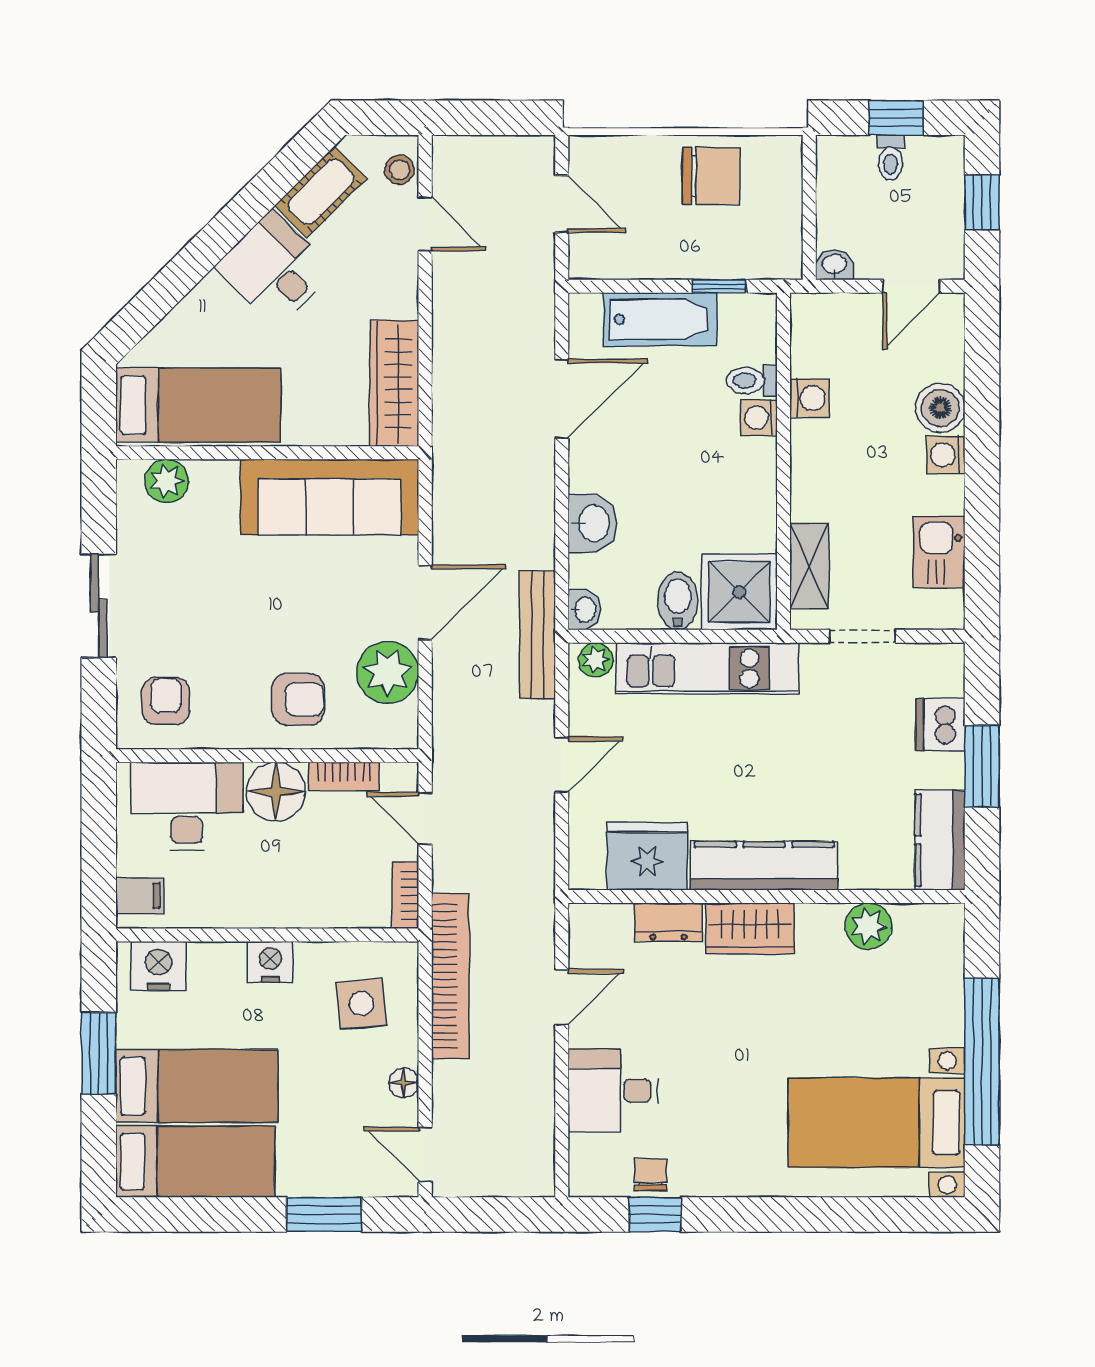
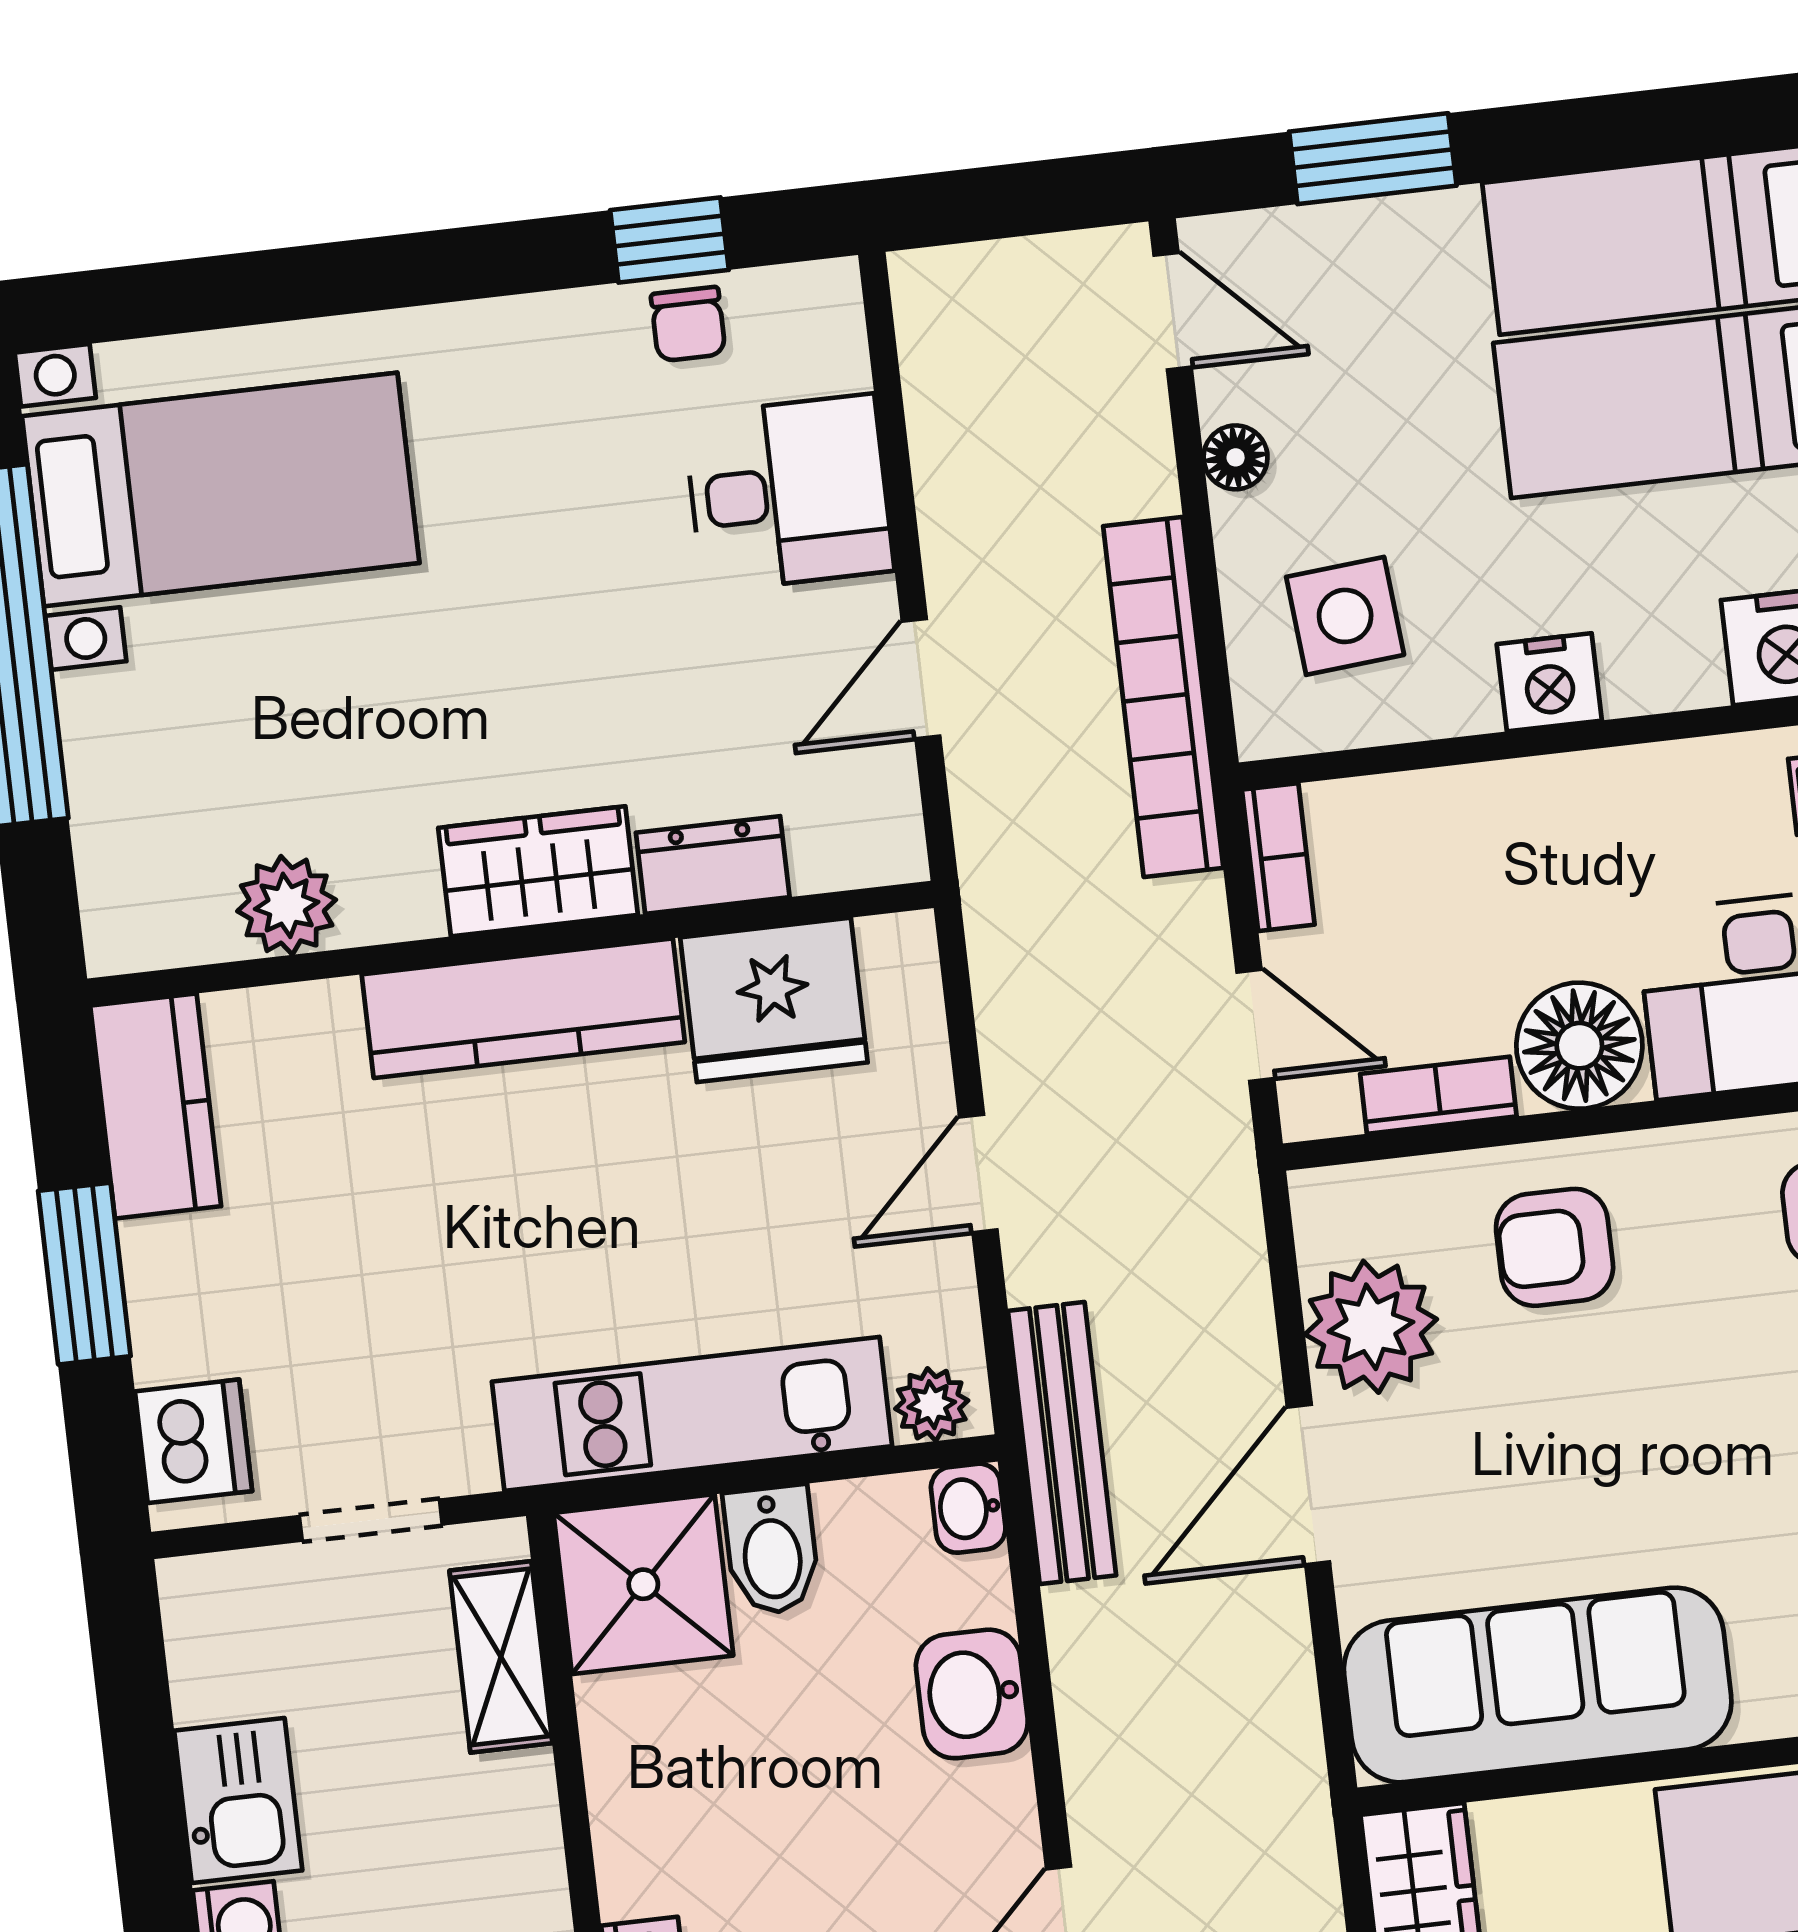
kitchen sink: (939, 552) -> (238, 1801), moved
dishwasher: (940, 724) -> (193, 1441), moved

